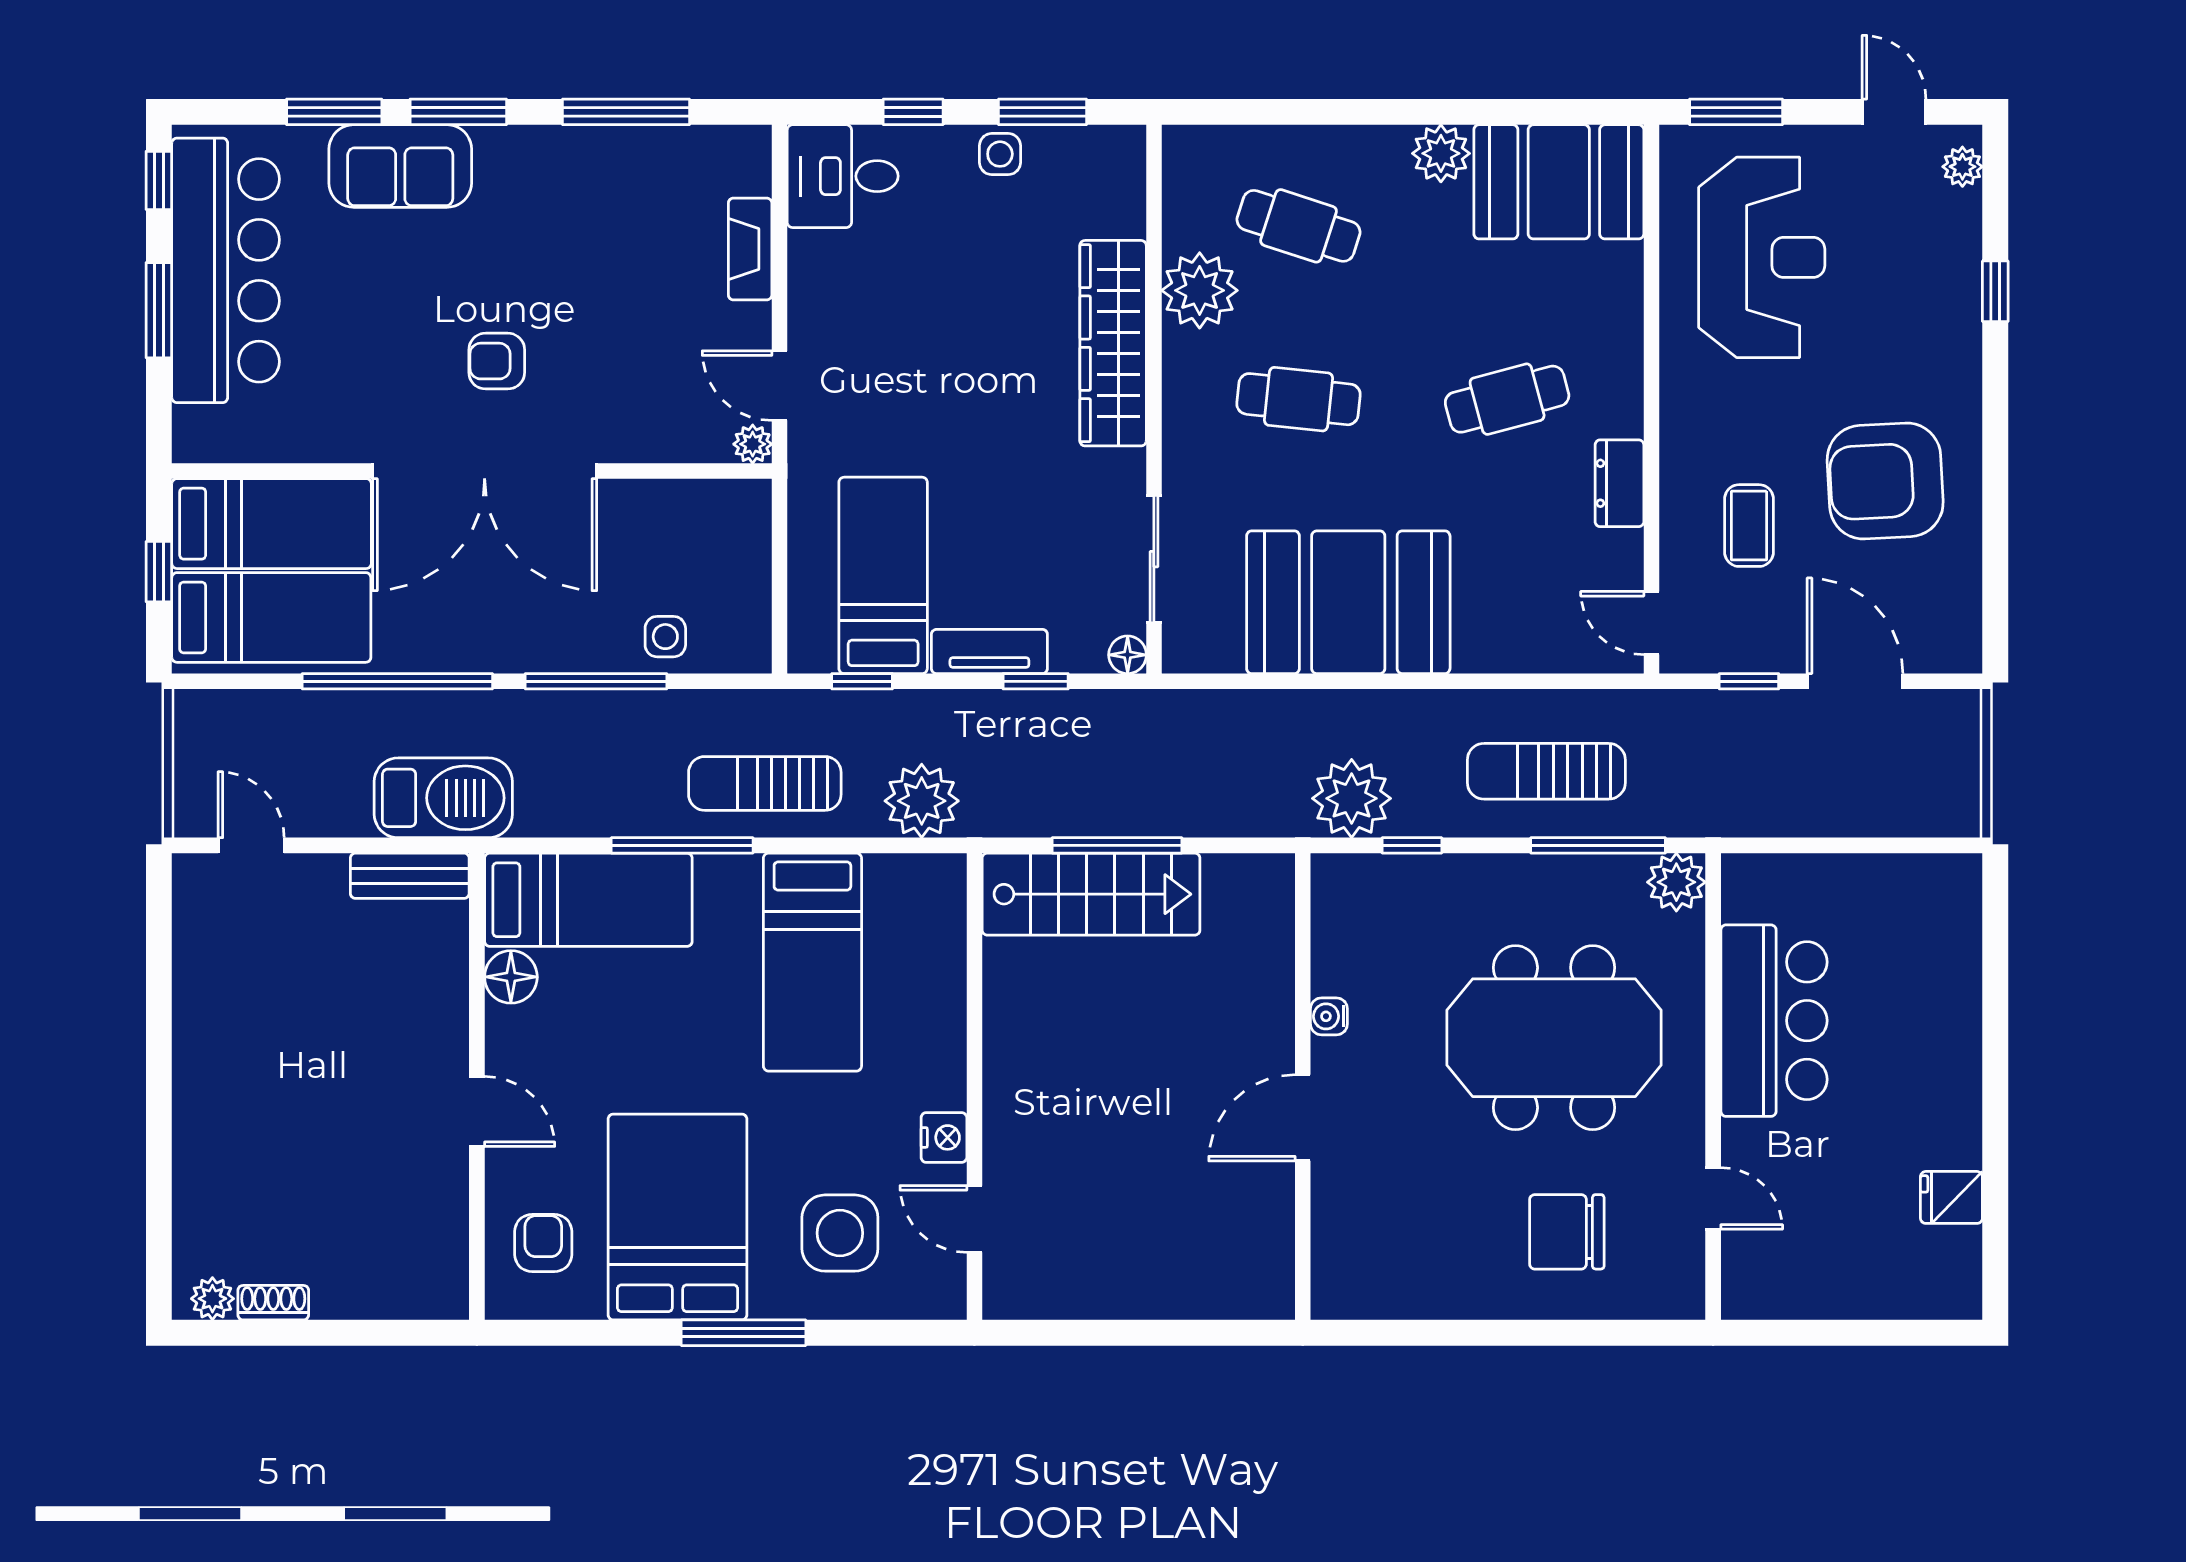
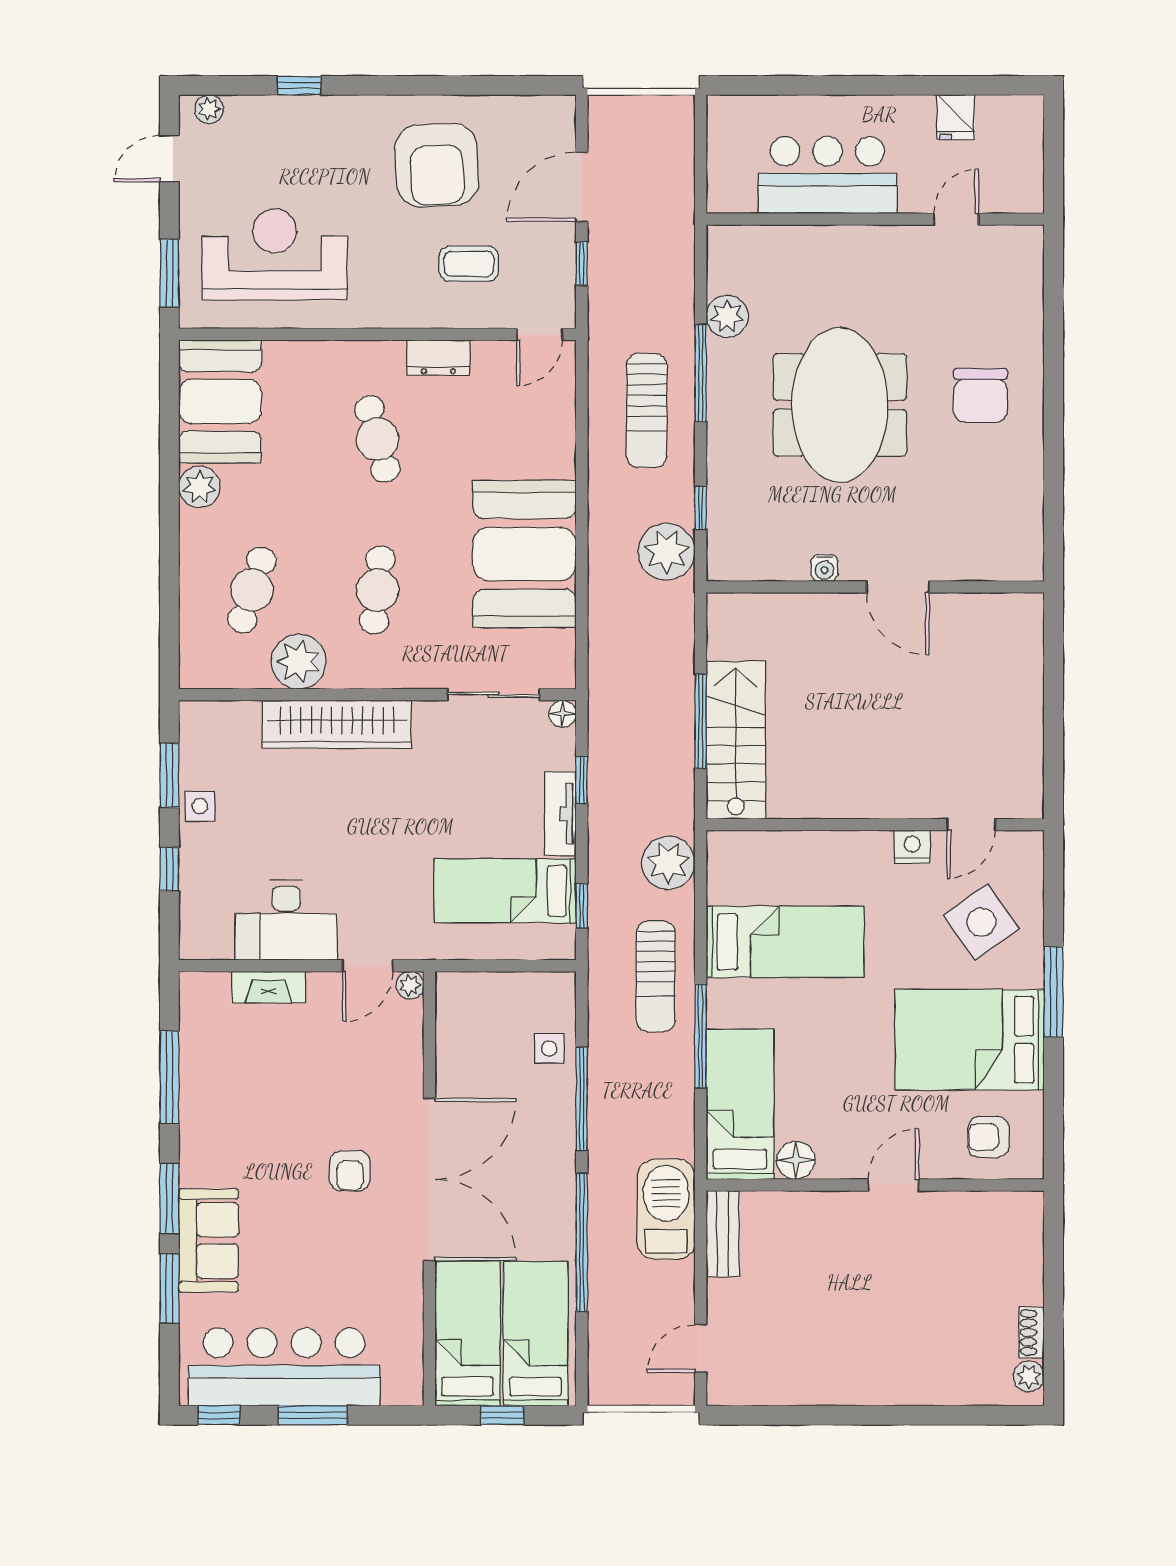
desk: (843, 176) -> (286, 920), moved, width x1.37
bar counter: (1774, 1021) -> (827, 175), moved
wall: (1713, 1086) -> (875, 219), moved
door: (1713, 1198) -> (956, 219), moved
side table: (840, 1233) -> (981, 922), turned -36

